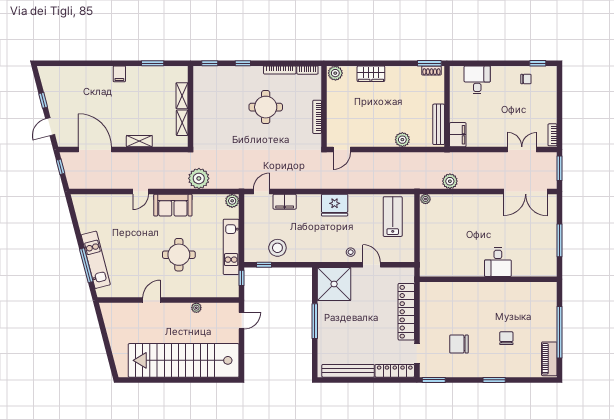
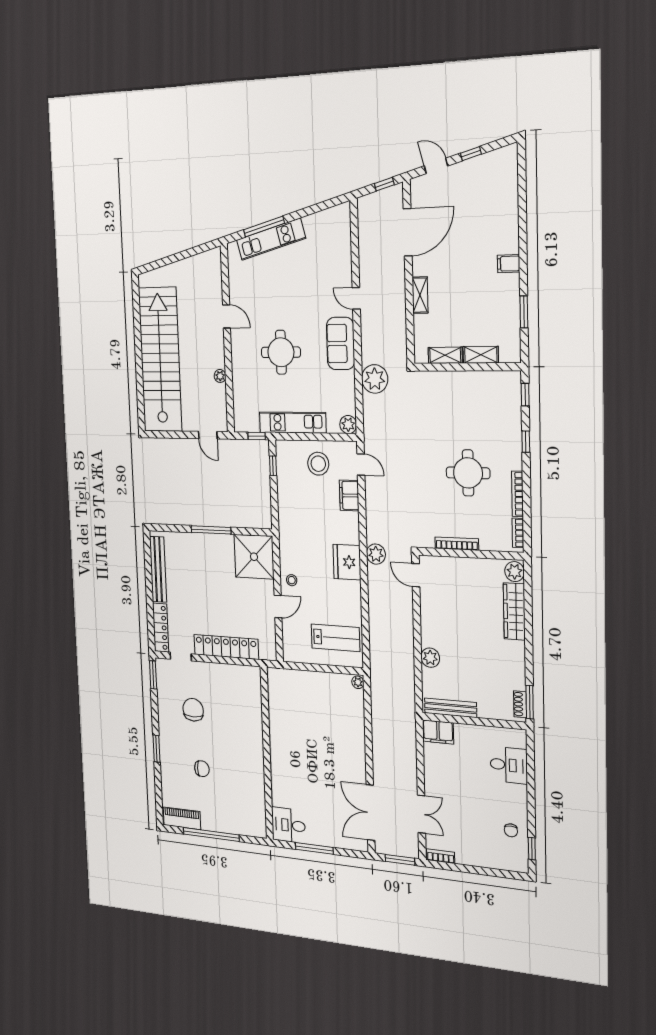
wardrobe: (371, 74) -> (514, 611), width x1.50
plant: (450, 181) -> (376, 554), moved
stool: (277, 248) -> (318, 464), moved
desk: (498, 262) -> (289, 825), moved

